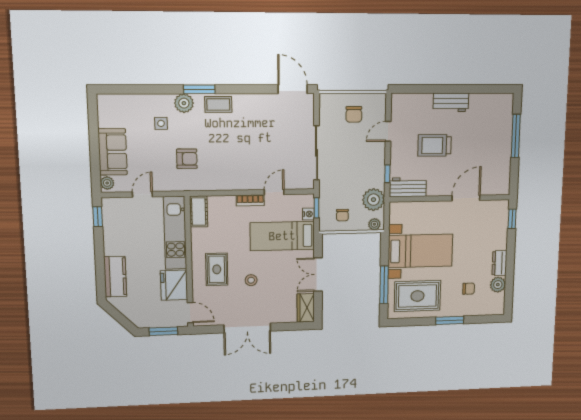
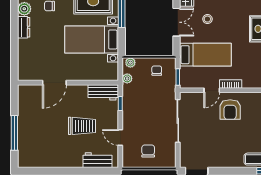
workbench: (451, 102) -> (97, 160), moved
door: (388, 131) -> (120, 137), swing flipped
armchair: (250, 168) -> (230, 110), added
plant: (373, 200) -> (127, 78), width x0.53, depth x0.53
nightstand: (308, 214) -> (184, 72), removed
window: (512, 219) -> (14, 64), removed
stool: (251, 280) -> (207, 19), moved

